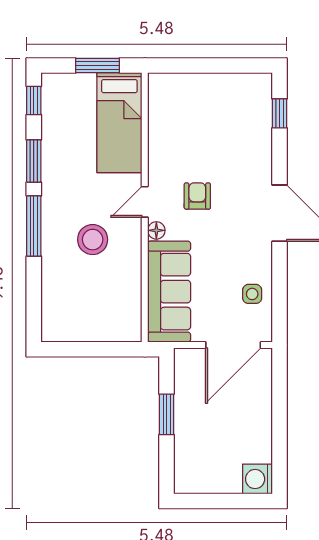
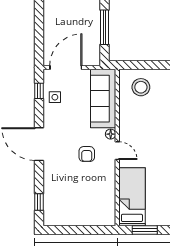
door: (145, 202) -> (117, 151), hinge flipped
stool: (93, 240) -> (141, 87), moved
window: (280, 305) -> (39, 91), added
window: (167, 414) -> (105, 27), width x1.44

